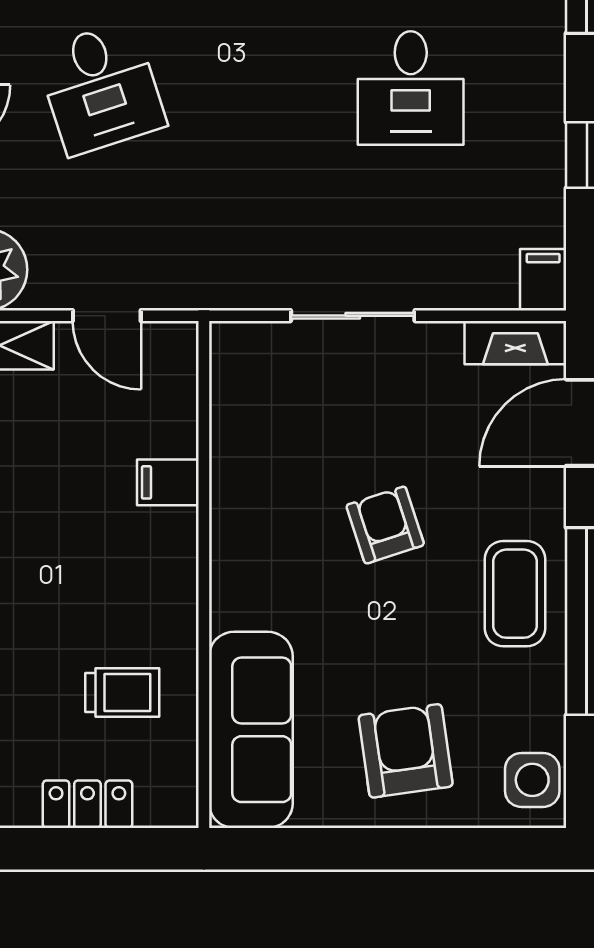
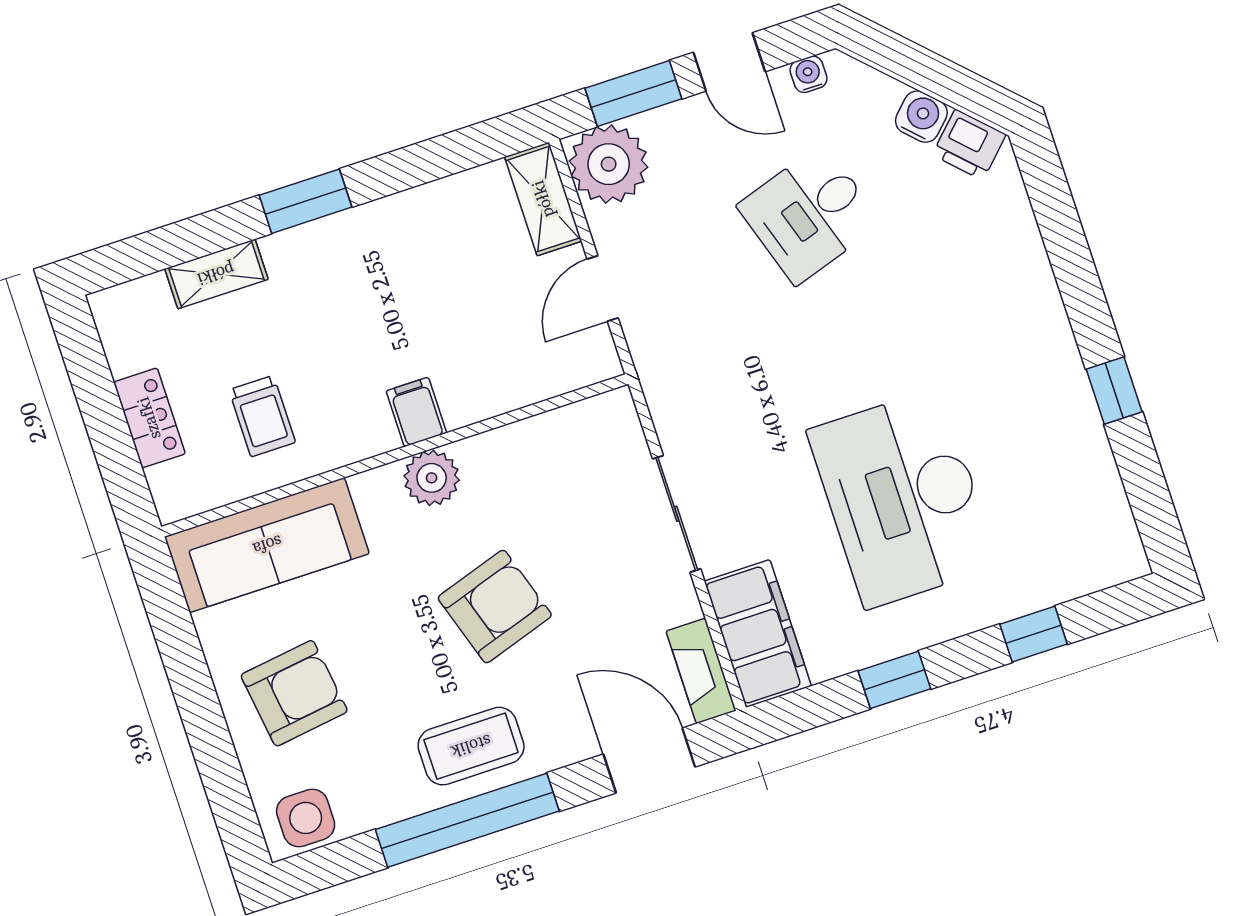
desk: (411, 88) -> (903, 498), width x1.87, depth x1.30
filing cabinet: (543, 280) -> (758, 633), width x3.00, depth x1.17
filing cabinet: (168, 482) -> (416, 412), moved
armchair: (385, 525) -> (495, 607), width x1.38, depth x1.38
plant: (238, 546) -> (432, 478), added

